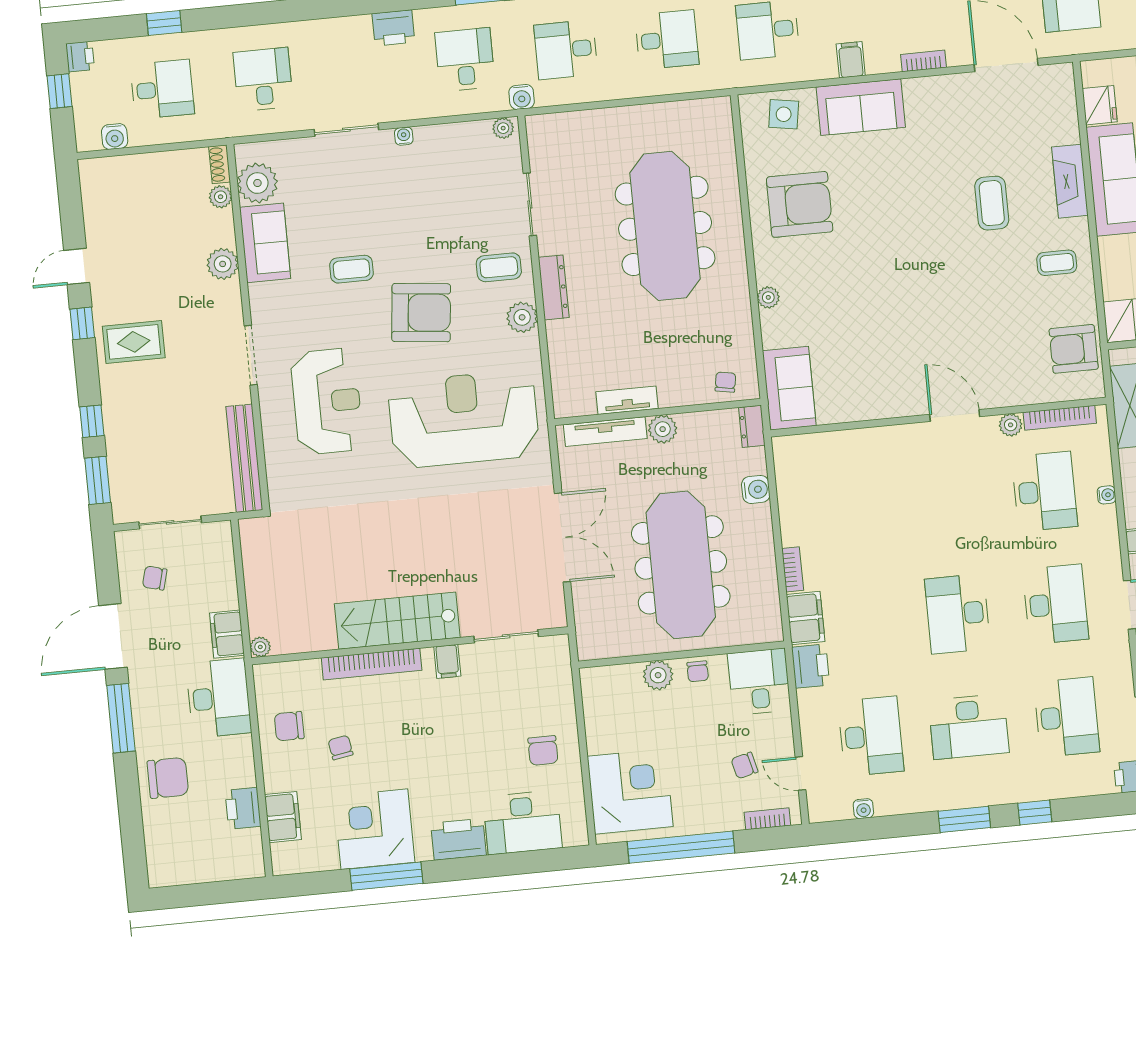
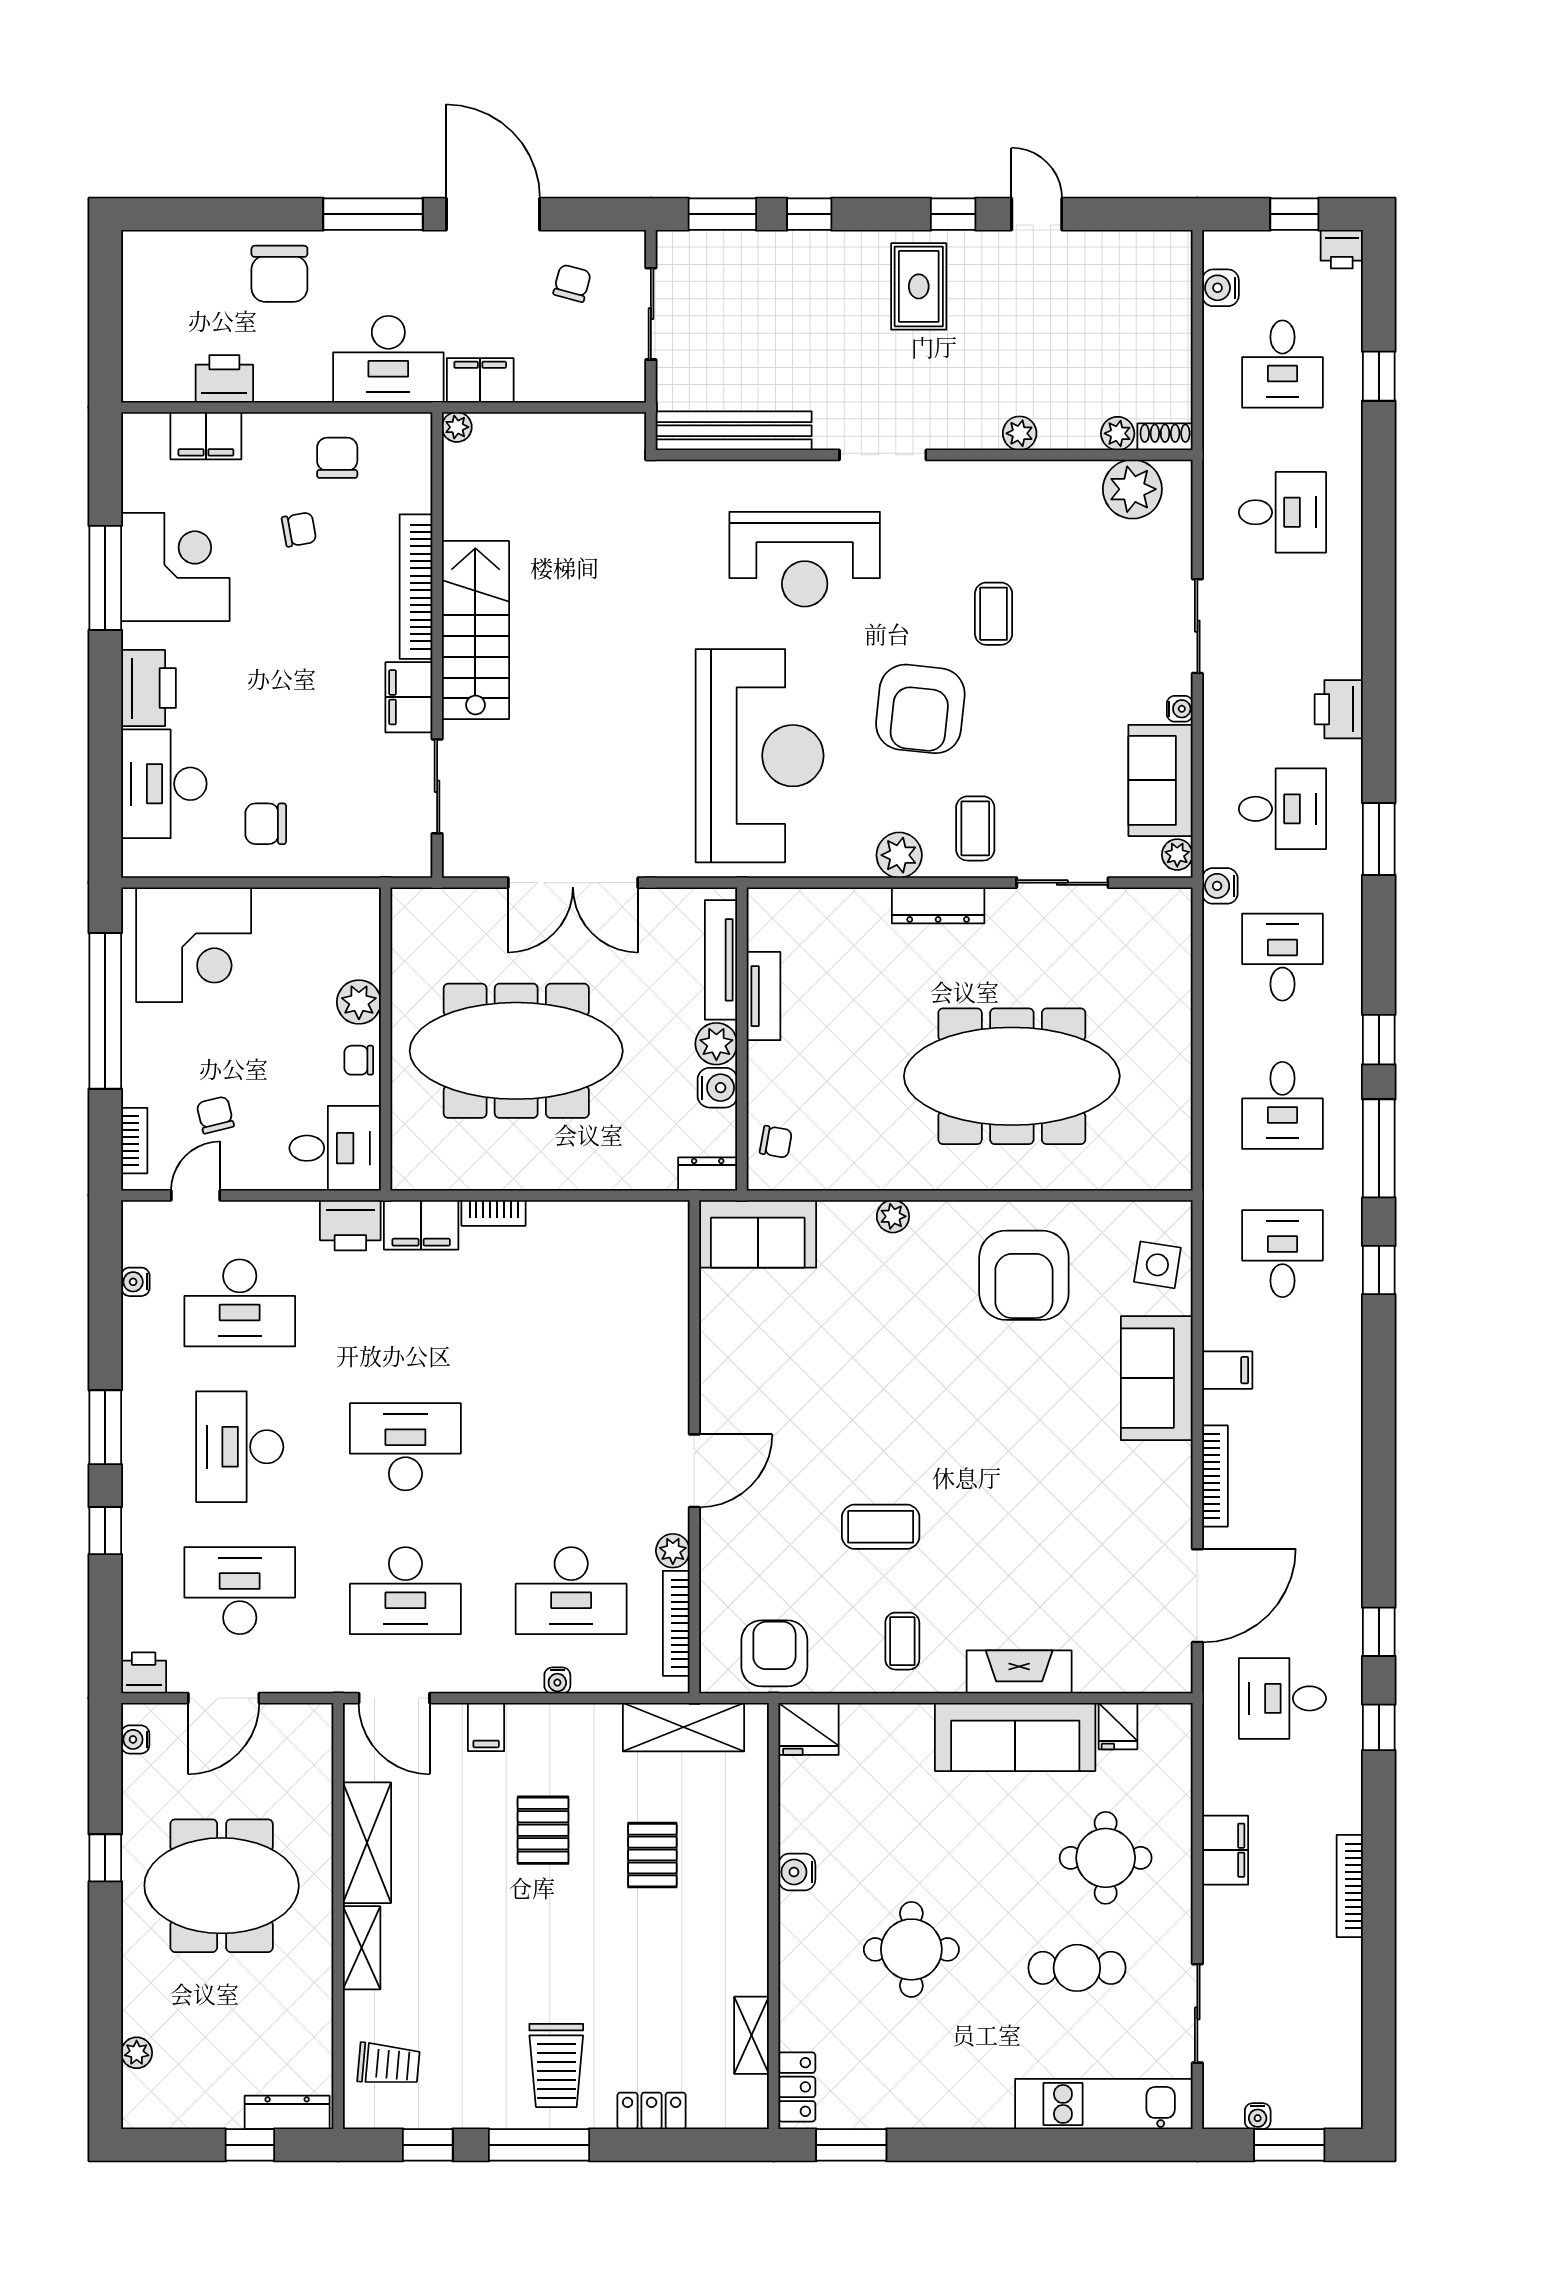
bookcase: (923, 61) -> (1215, 1476), width x1.56
fridge: (1100, 105) -> (1118, 1726), width x0.72
coffee table: (992, 203) -> (881, 1527), moved
sofa: (265, 243) -> (1160, 780), moved, turned 90
plant: (223, 264) -> (1020, 433), width x0.73, depth x0.73
water cooler: (756, 489) -> (717, 1088), moved, turned -90
filing cabinet: (447, 661) -> (409, 697), width x2.00
desk: (1067, 717) -> (240, 1591), turned 180

